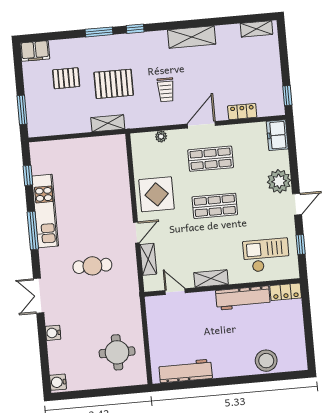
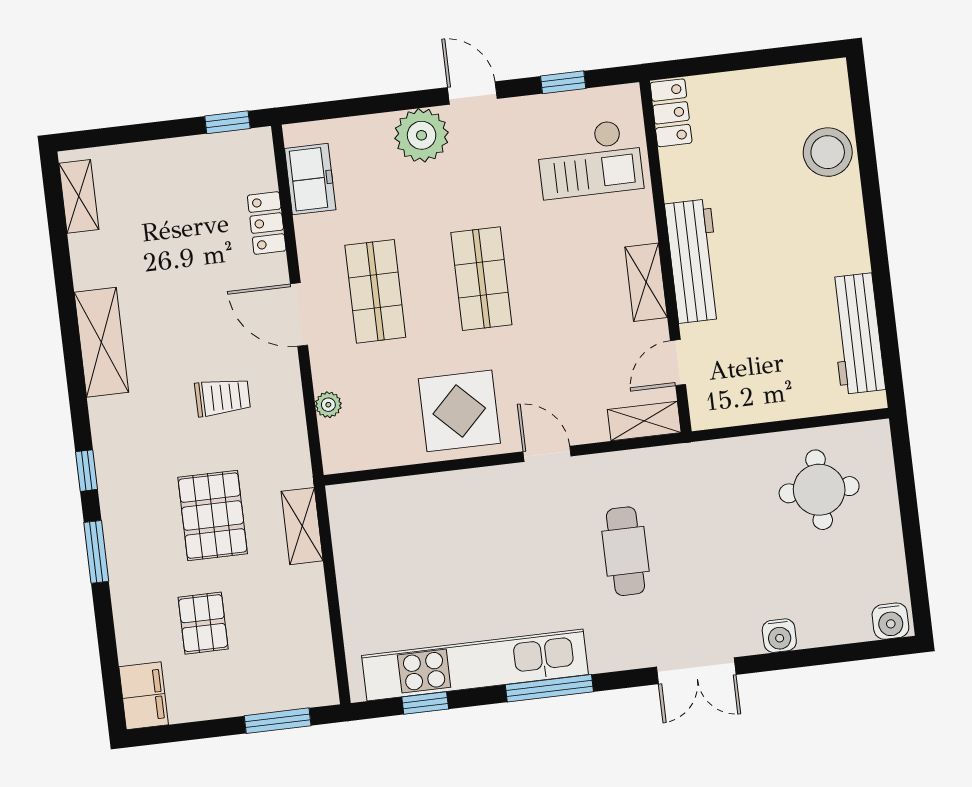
freezer: (277, 135) -> (310, 179), moved, turned -90
kitchen unit: (45, 211) -> (475, 665), width x1.36
checkout: (266, 255) -> (590, 159), turned -90
shelving: (148, 259) -> (644, 421), moved
workbench: (243, 298) -> (694, 261), moved

